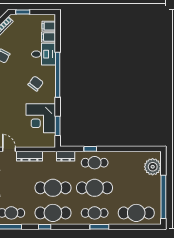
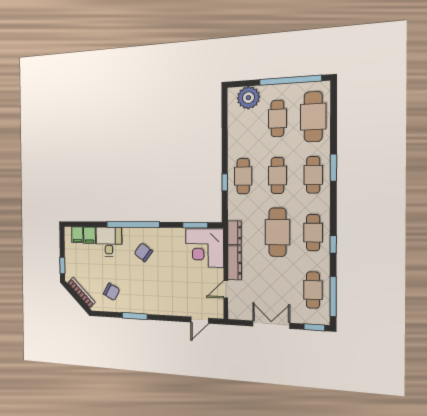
corner desk: (41, 118) -> (204, 248), moved, turned 90
dresser: (66, 156) -> (234, 233), moved
cafe table: (95, 188) -> (277, 175), width x0.73, depth x0.74
cafe table: (136, 188) -> (277, 118), added
cafe table: (53, 213) -> (313, 233), width x0.73, depth x0.74

